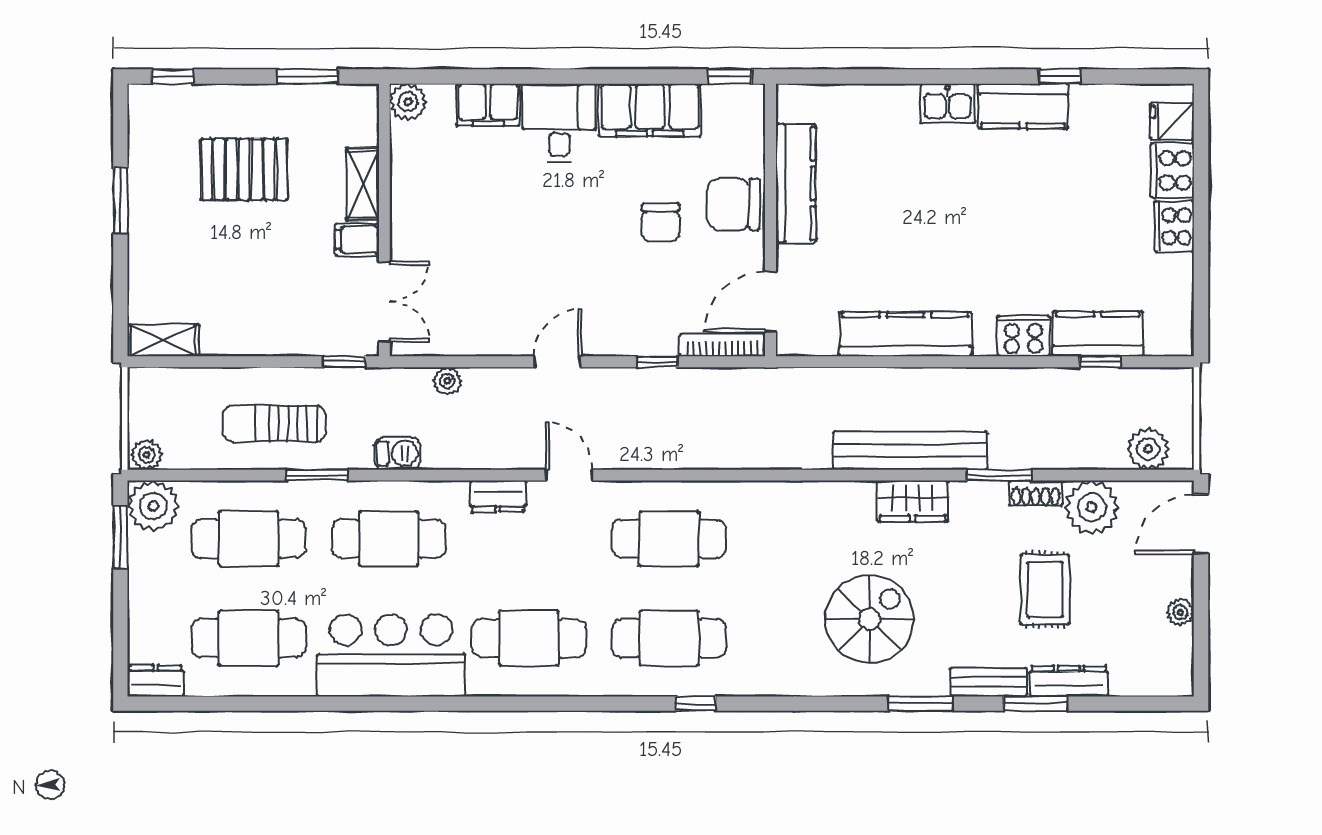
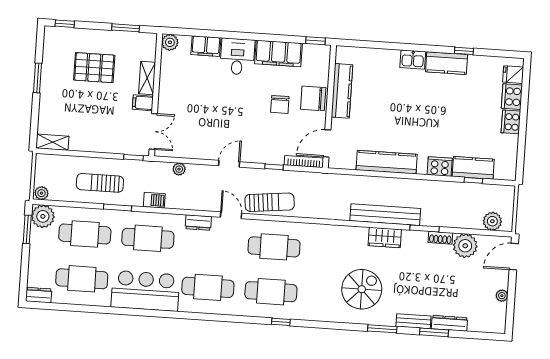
sun lounger: (652, 441) -> (270, 202), added
rug: (1045, 590) -> (442, 281), removed

